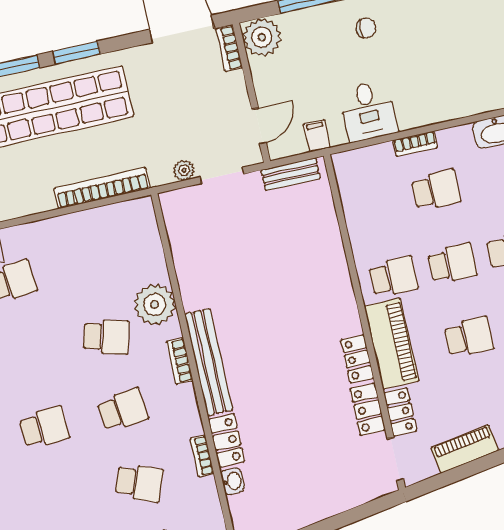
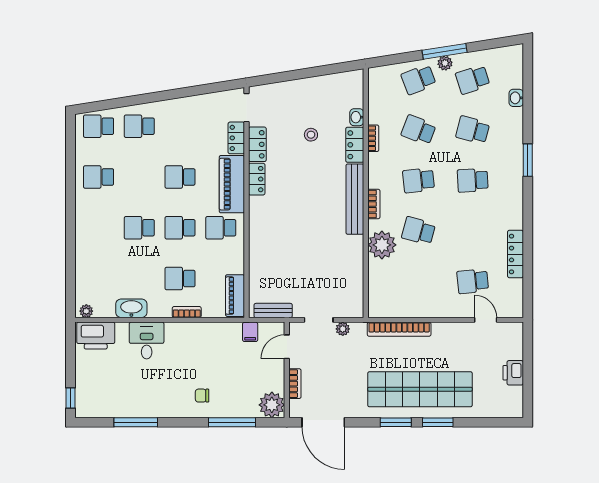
bookcase: (229, 48) -> (295, 384), moved
desk: (368, 111) -> (147, 341), moved
stool: (293, 441) -> (311, 135), added
piano: (465, 449) -> (235, 296), moved, turned 99
school desk: (61, 500) -> (473, 130), added

